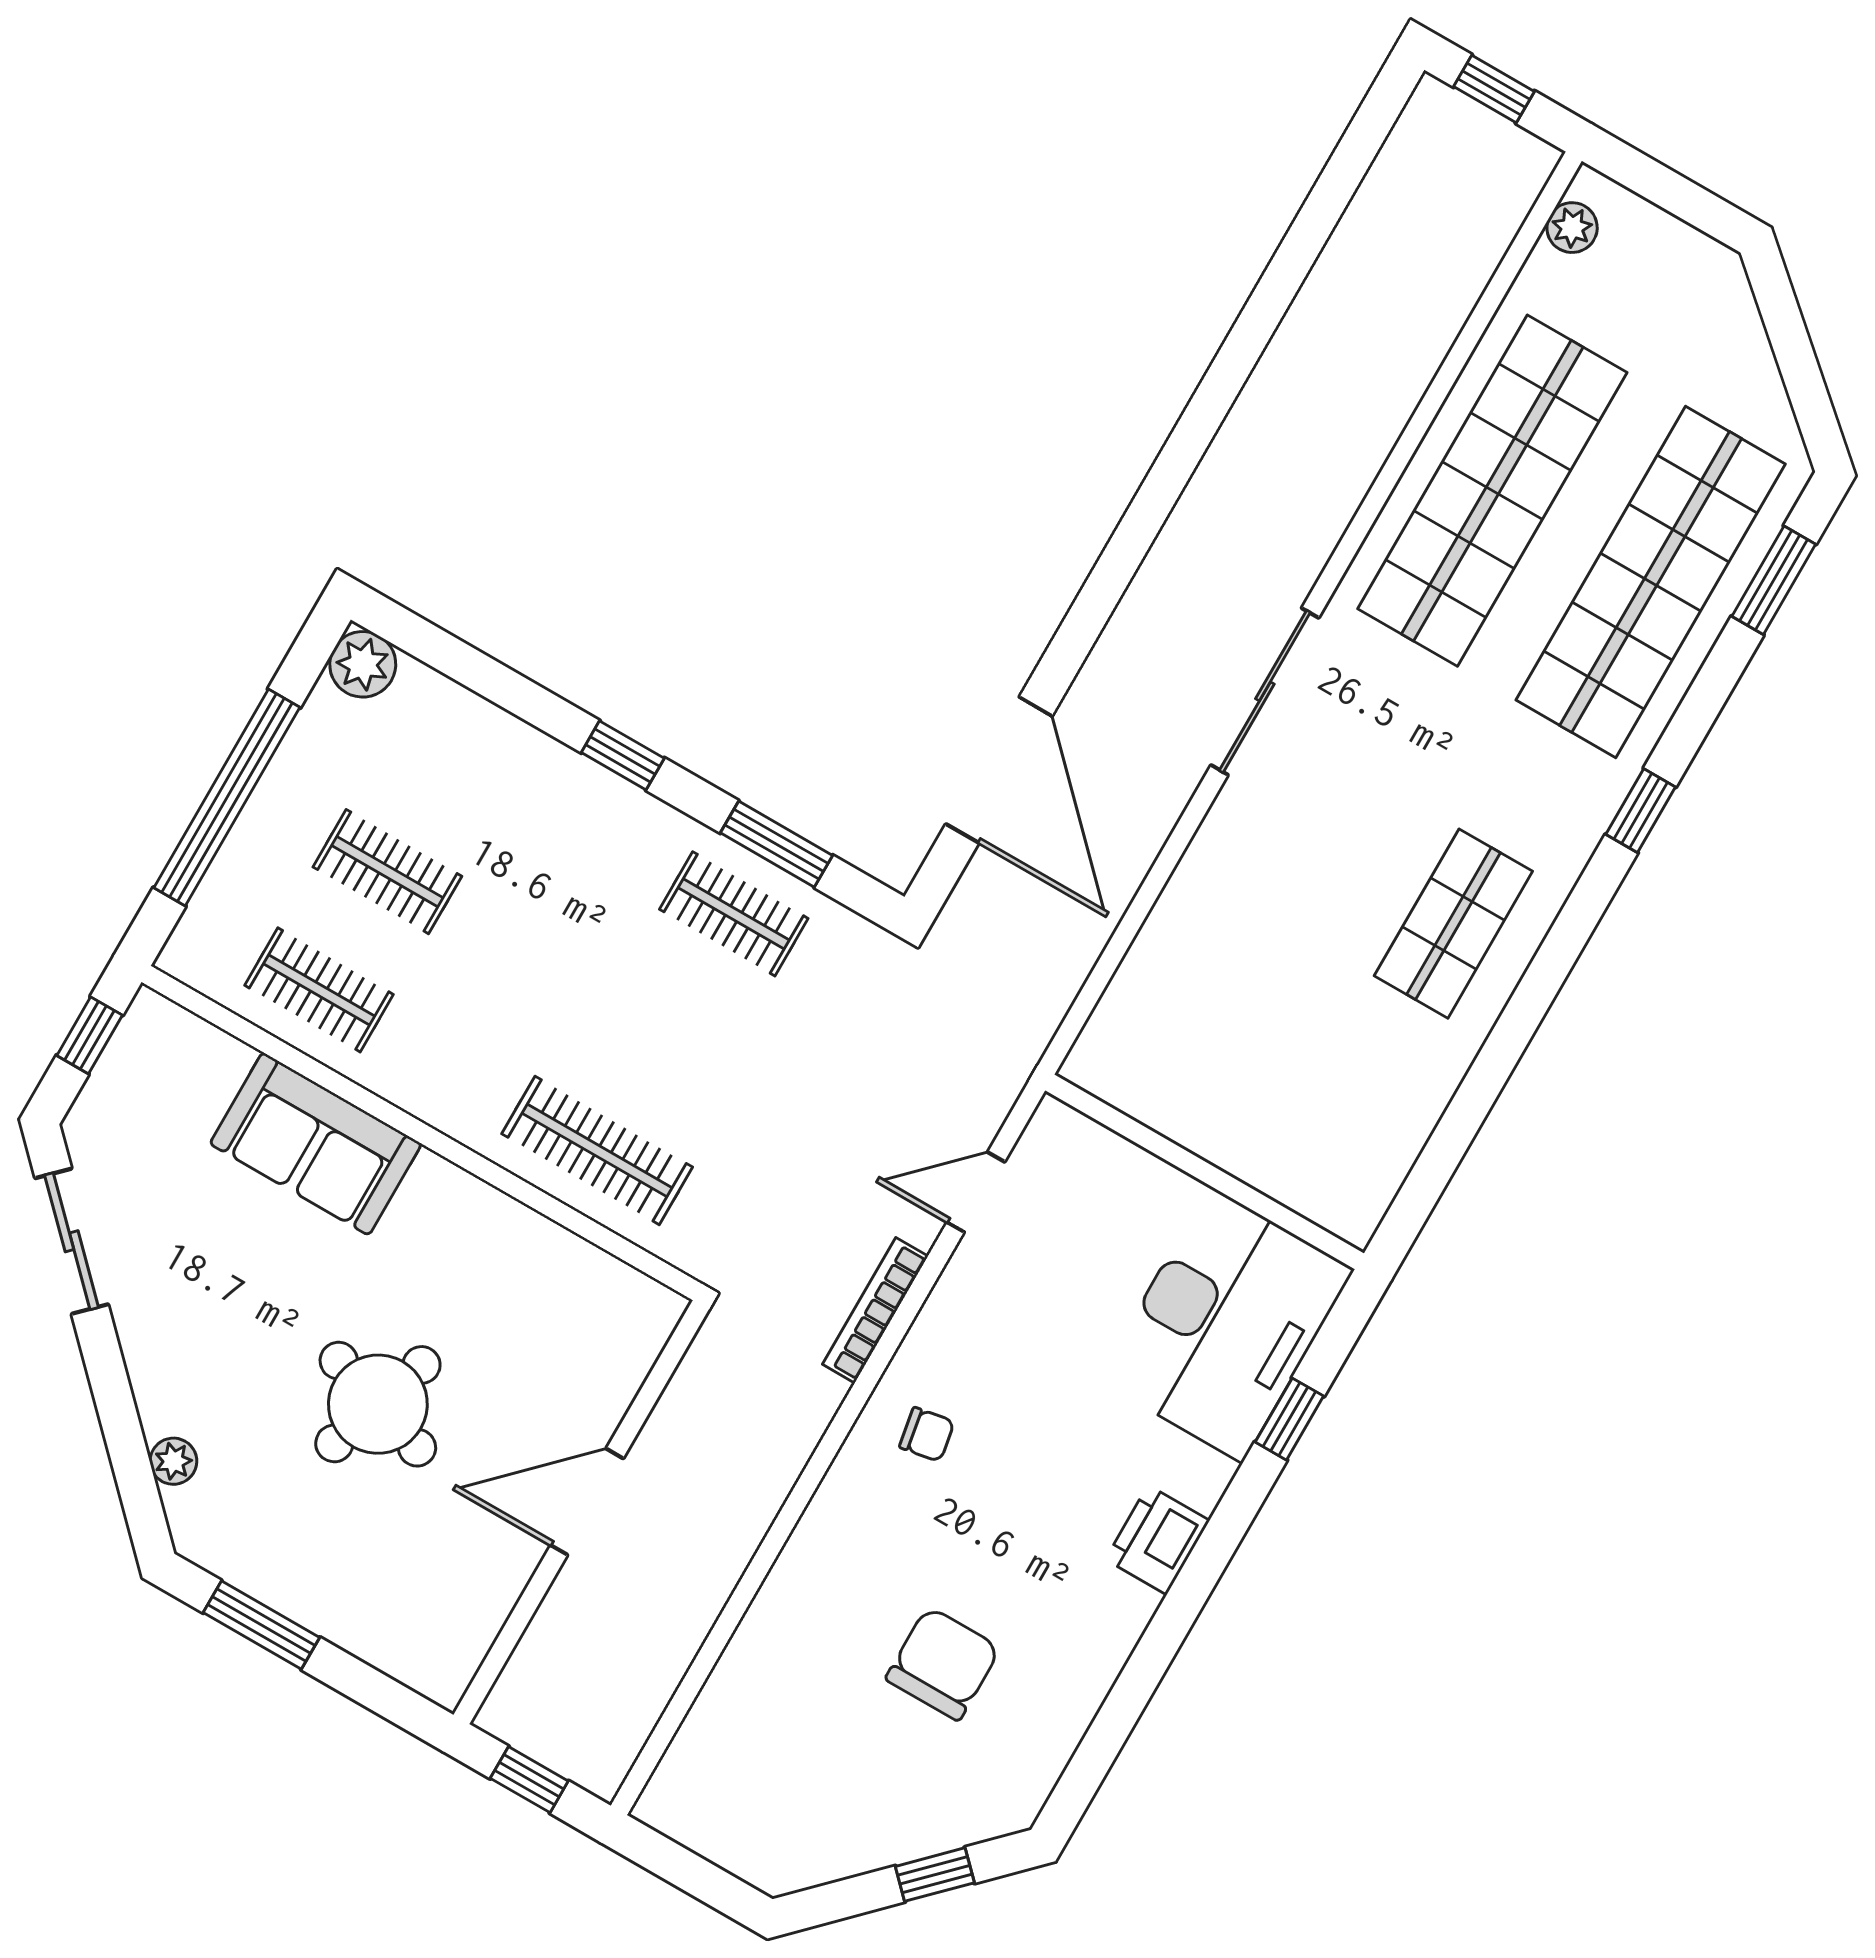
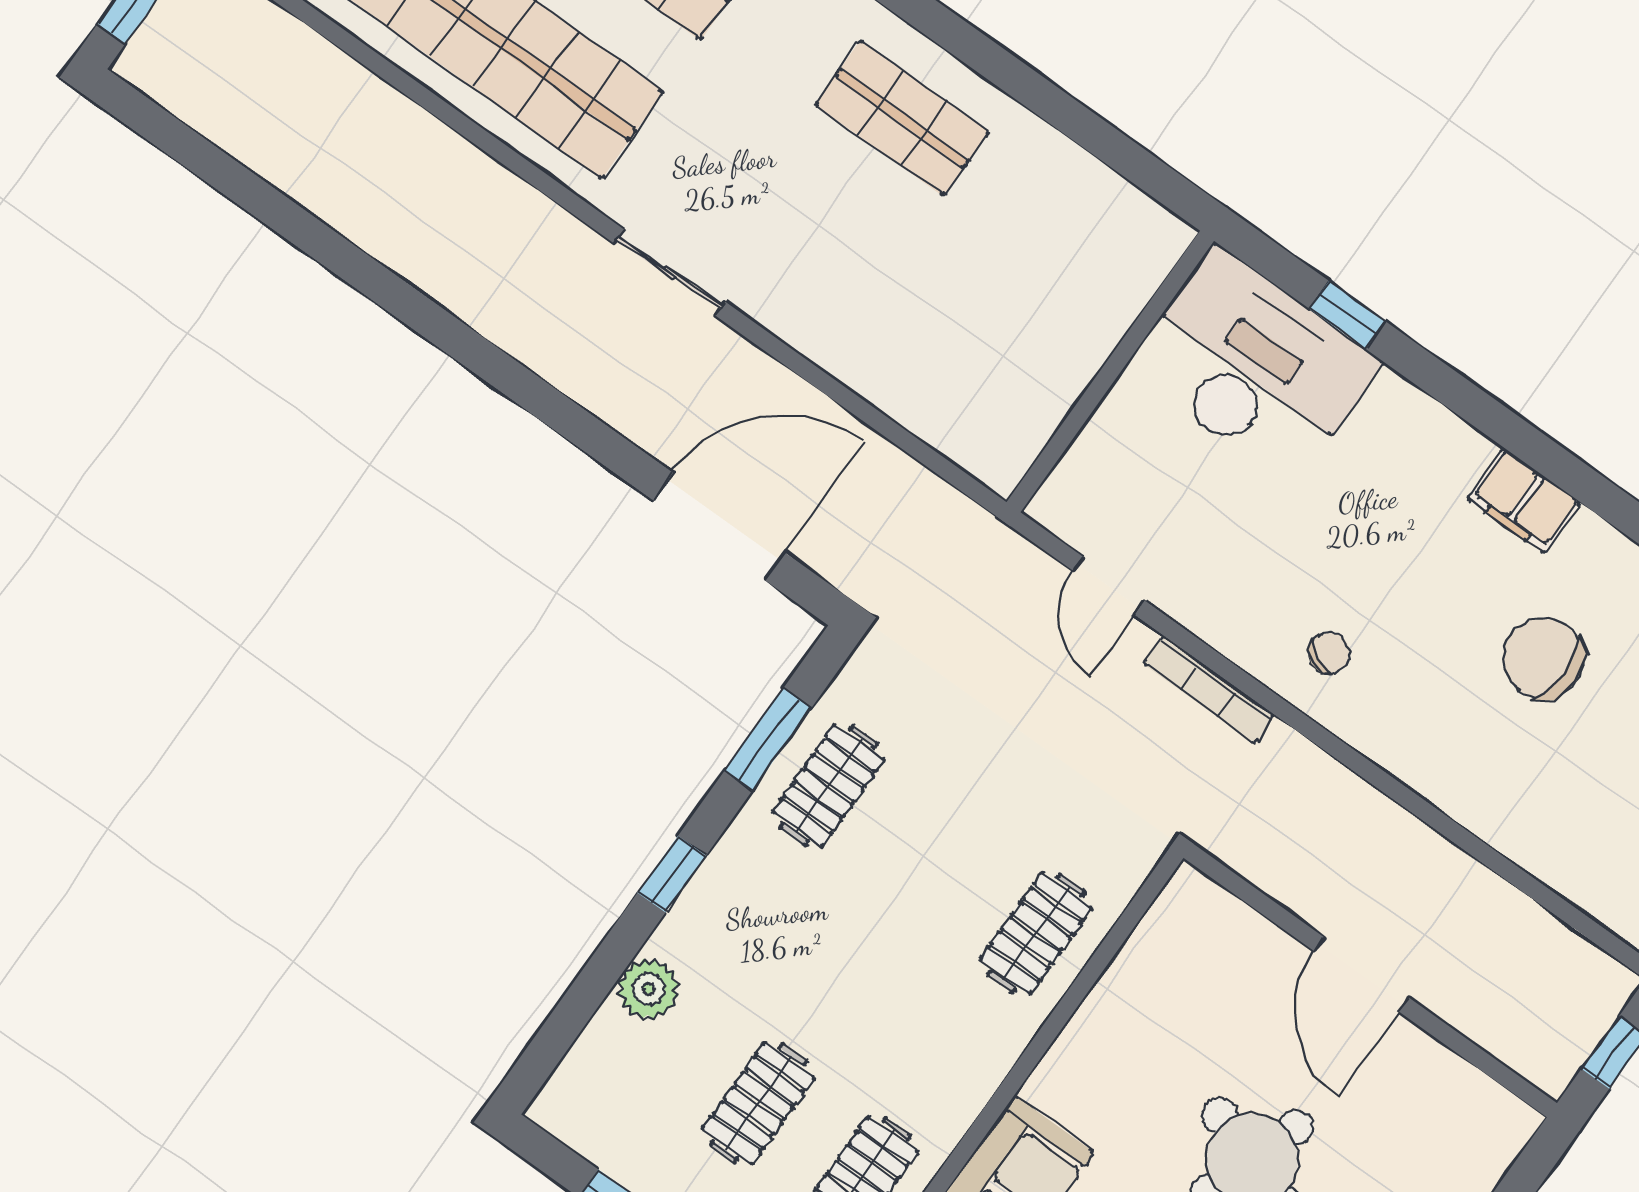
plant: (363, 664) -> (648, 989), moved
sliding door: (1265, 691) -> (670, 273), width x0.73
clothes rail: (597, 1150) -> (1036, 933), width x0.73
chair: (927, 1434) -> (1329, 653), turned 35
printer: (1157, 1540) -> (1448, 448), removed
filing cabinet: (1109, 1627) -> (1524, 501), added

